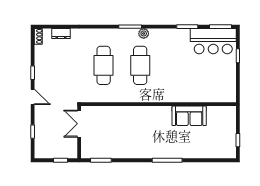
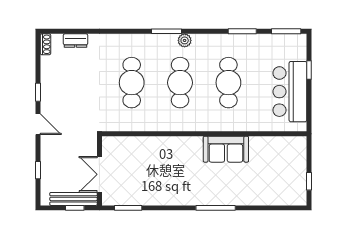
bar counter: (213, 41) -> (290, 92), moved, turned 90
cafe table: (177, 65) -> (228, 83), added
sofa: (189, 116) -> (226, 149), moved
double door: (79, 124) -> (99, 174), moved
bench: (59, 153) -> (73, 199), added

